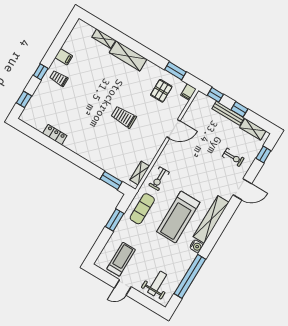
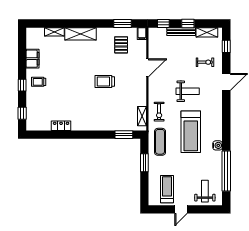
filing cabinet: (64, 57) -> (33, 59), width x2.00
weight bench: (199, 176) -> (188, 91), added
shelving: (211, 220) -> (216, 119), removed

